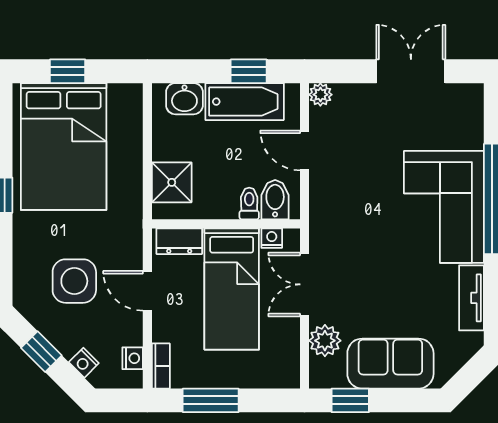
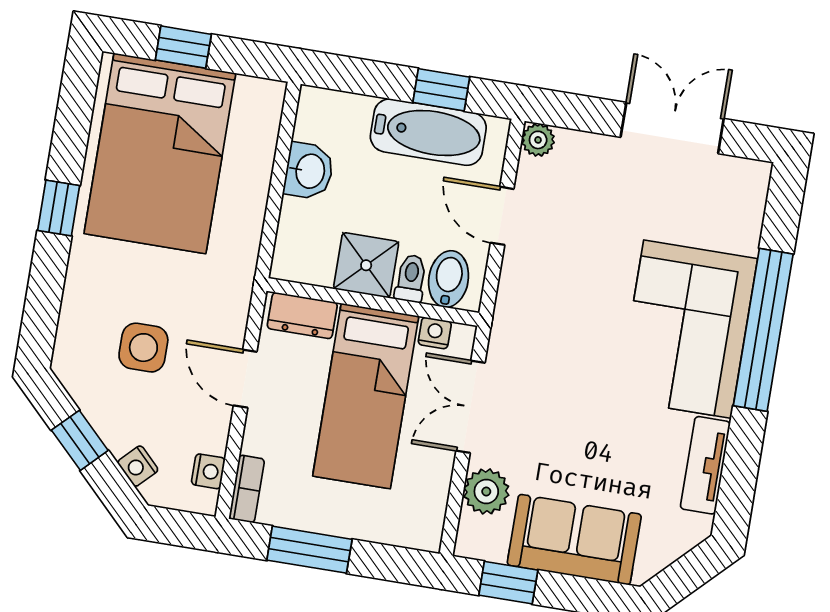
washbasin: (184, 99) -> (309, 171), moved, turned -90
shower: (172, 182) -> (366, 265), moved
side table: (74, 281) -> (143, 348), width x0.73, depth x0.73

